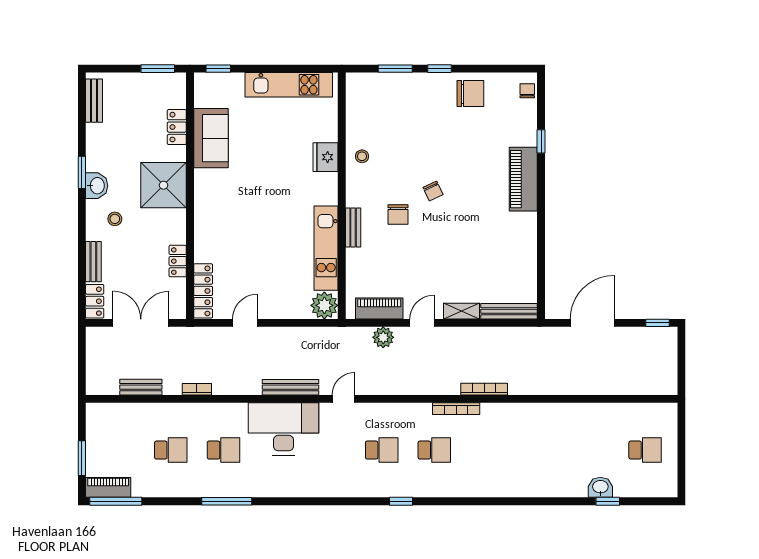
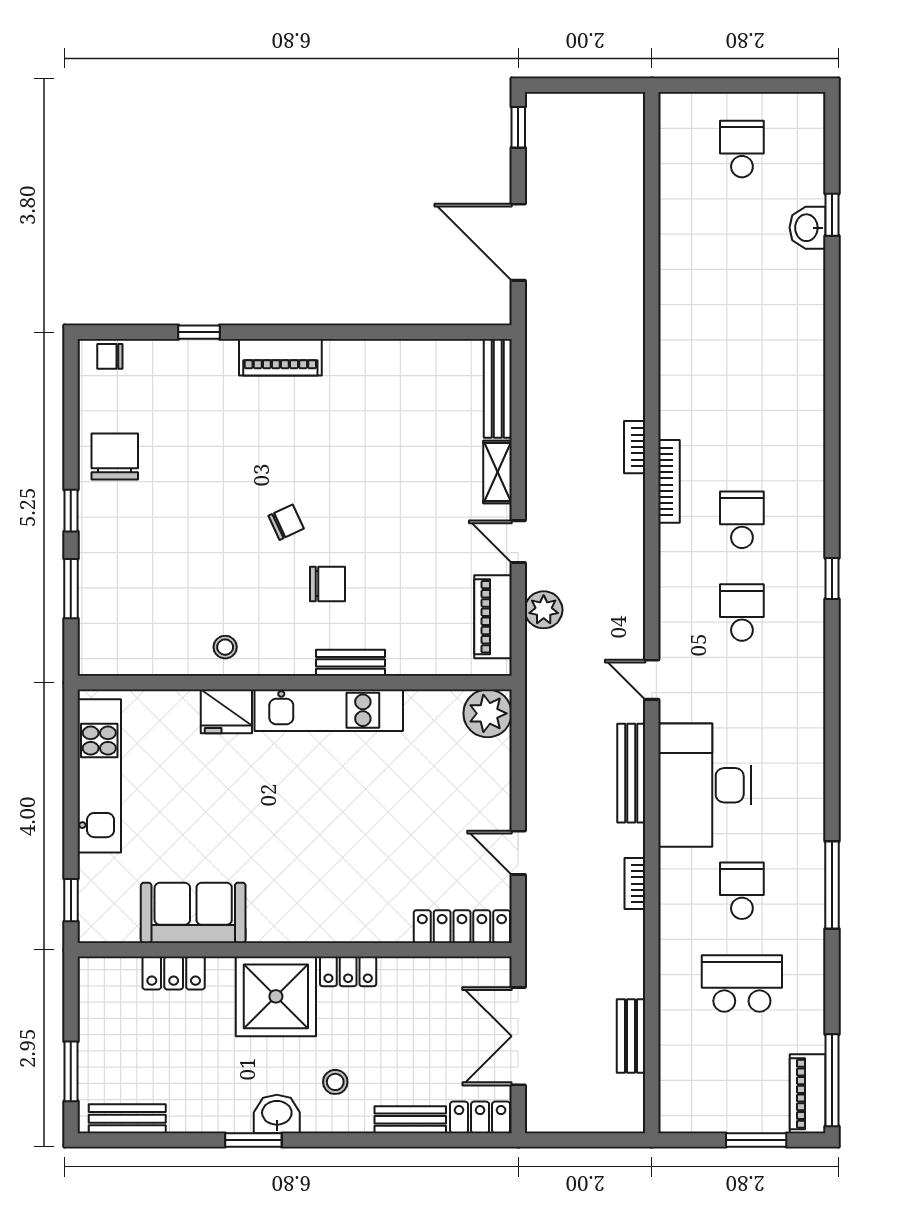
window: (158, 69) -> (71, 1071), moved
piano: (523, 179) -> (280, 357), width x0.73, depth x0.75
kitchen unit: (326, 248) -> (329, 710), moved
locker: (178, 261) -> (348, 971), moved
bookcase: (197, 389) -> (635, 884), moved
bookcase: (484, 389) -> (635, 447), width x0.64
school desk: (171, 450) -> (742, 983), width x1.85

